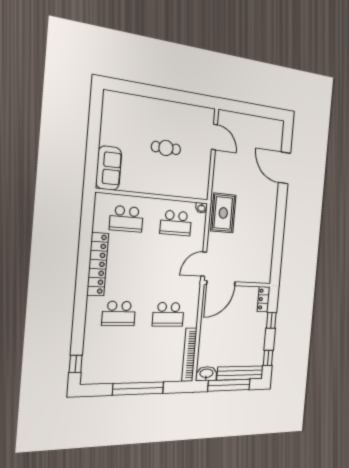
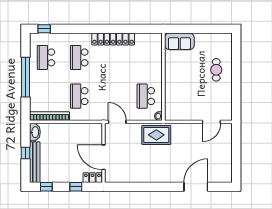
cafe table: (166, 148) -> (216, 70), moved
school desk: (126, 219) -> (46, 57), moved
door: (221, 283) -> (103, 157), moved
window: (229, 385) -> (26, 153), width x0.32

